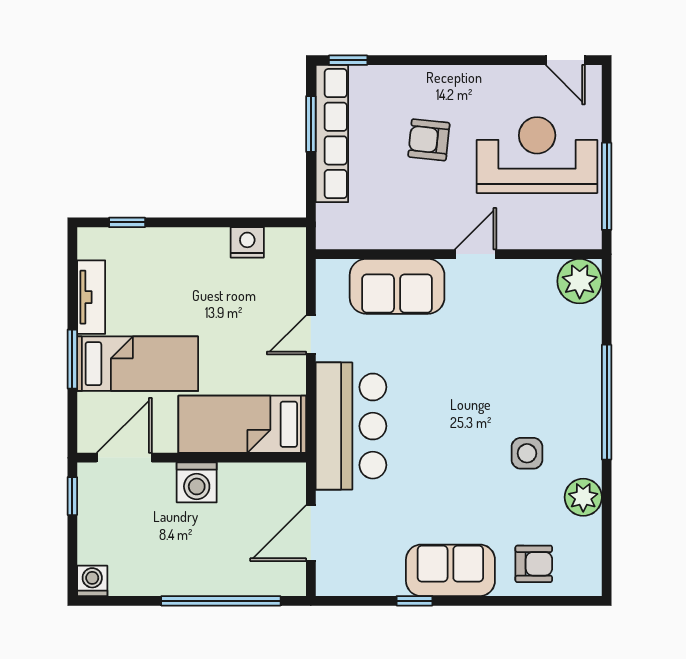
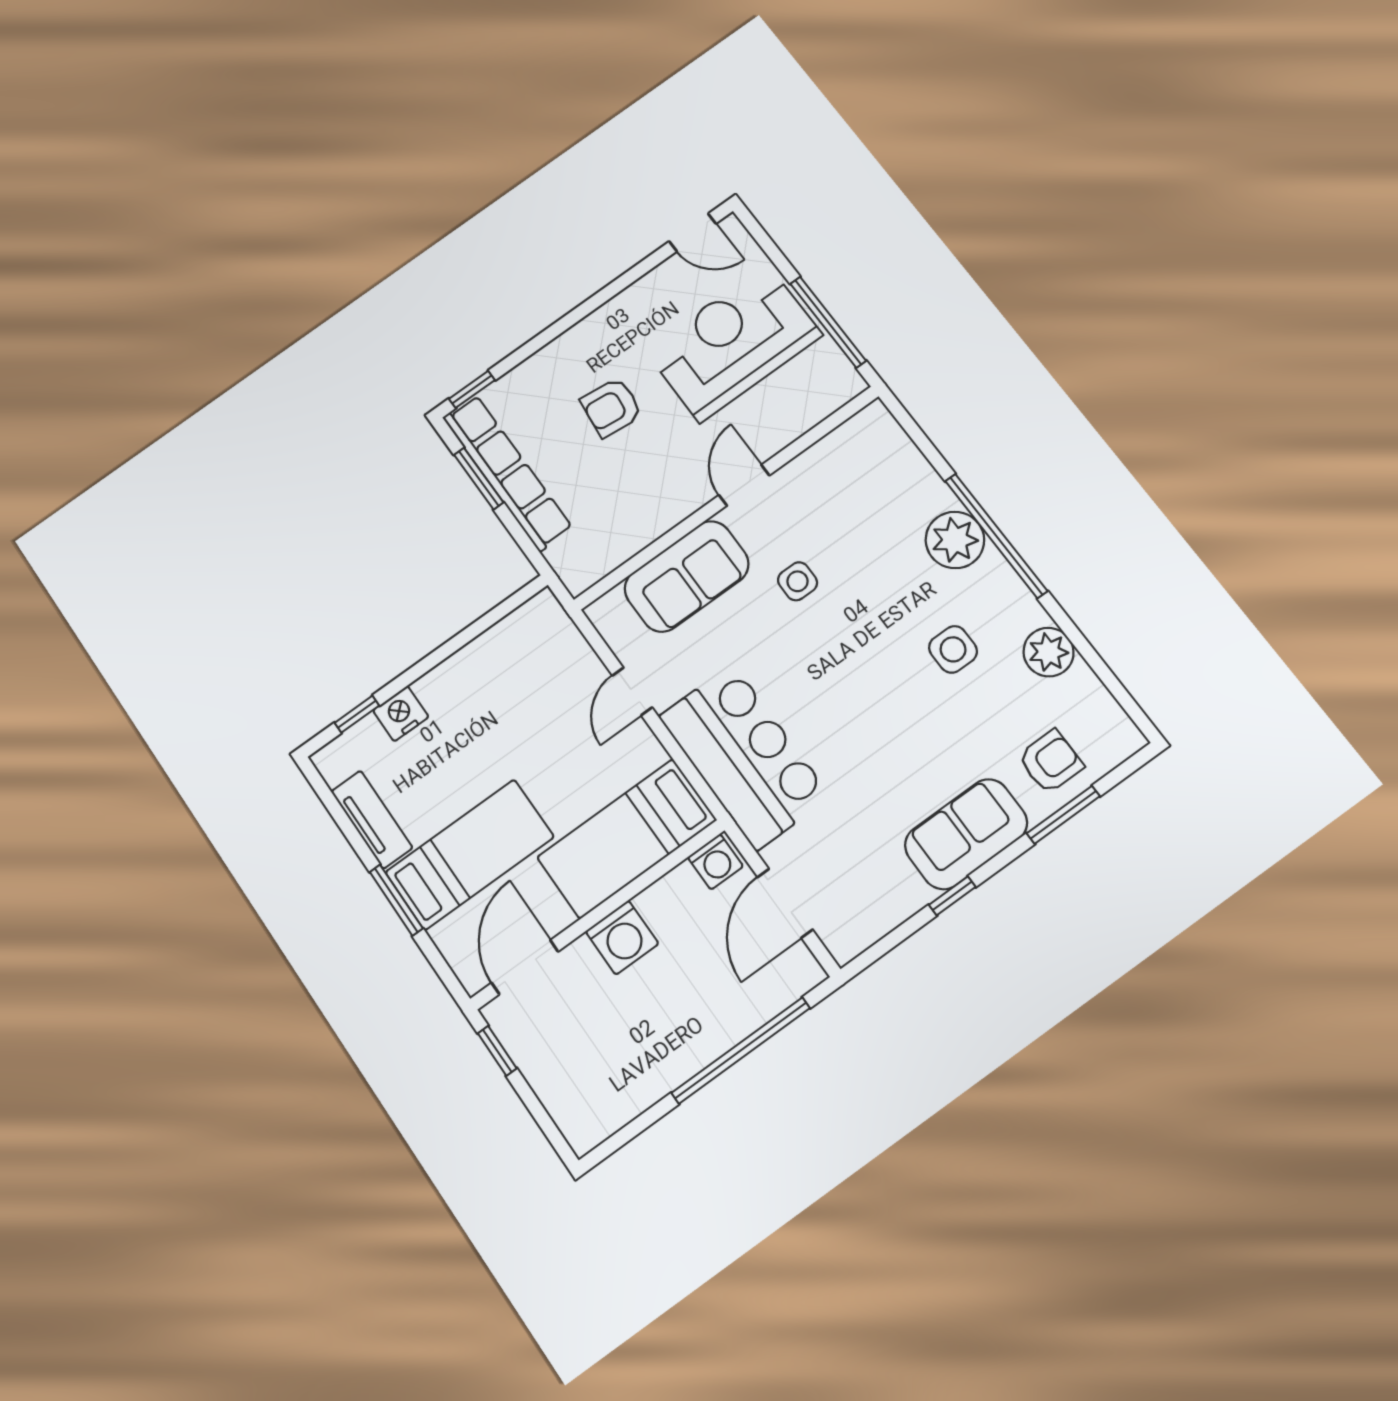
nightstand: (247, 242) -> (401, 714), moved
plant: (580, 281) -> (955, 540), moved
side table: (464, 341) -> (798, 581), added
washing machine: (92, 581) -> (715, 862), moved, turned 180
window: (517, 601) -> (1063, 815), added

